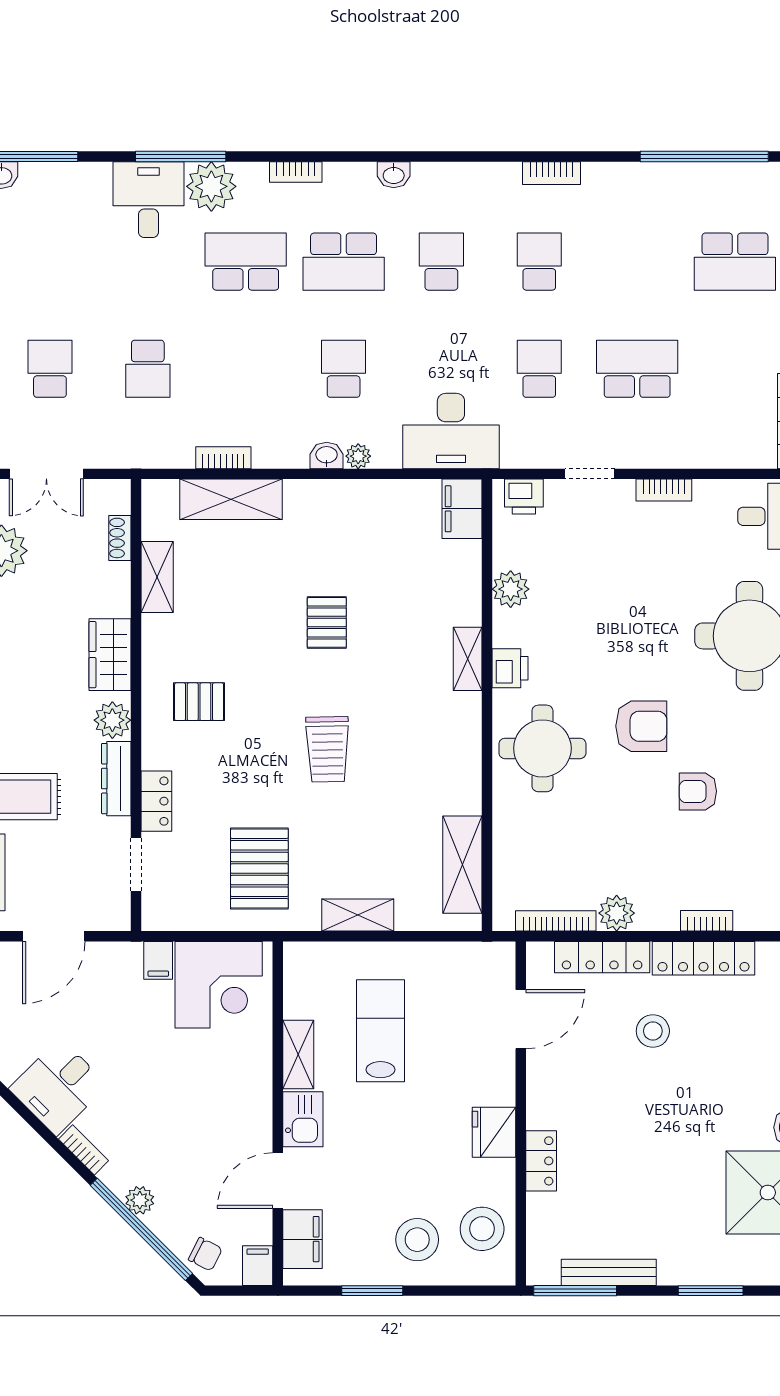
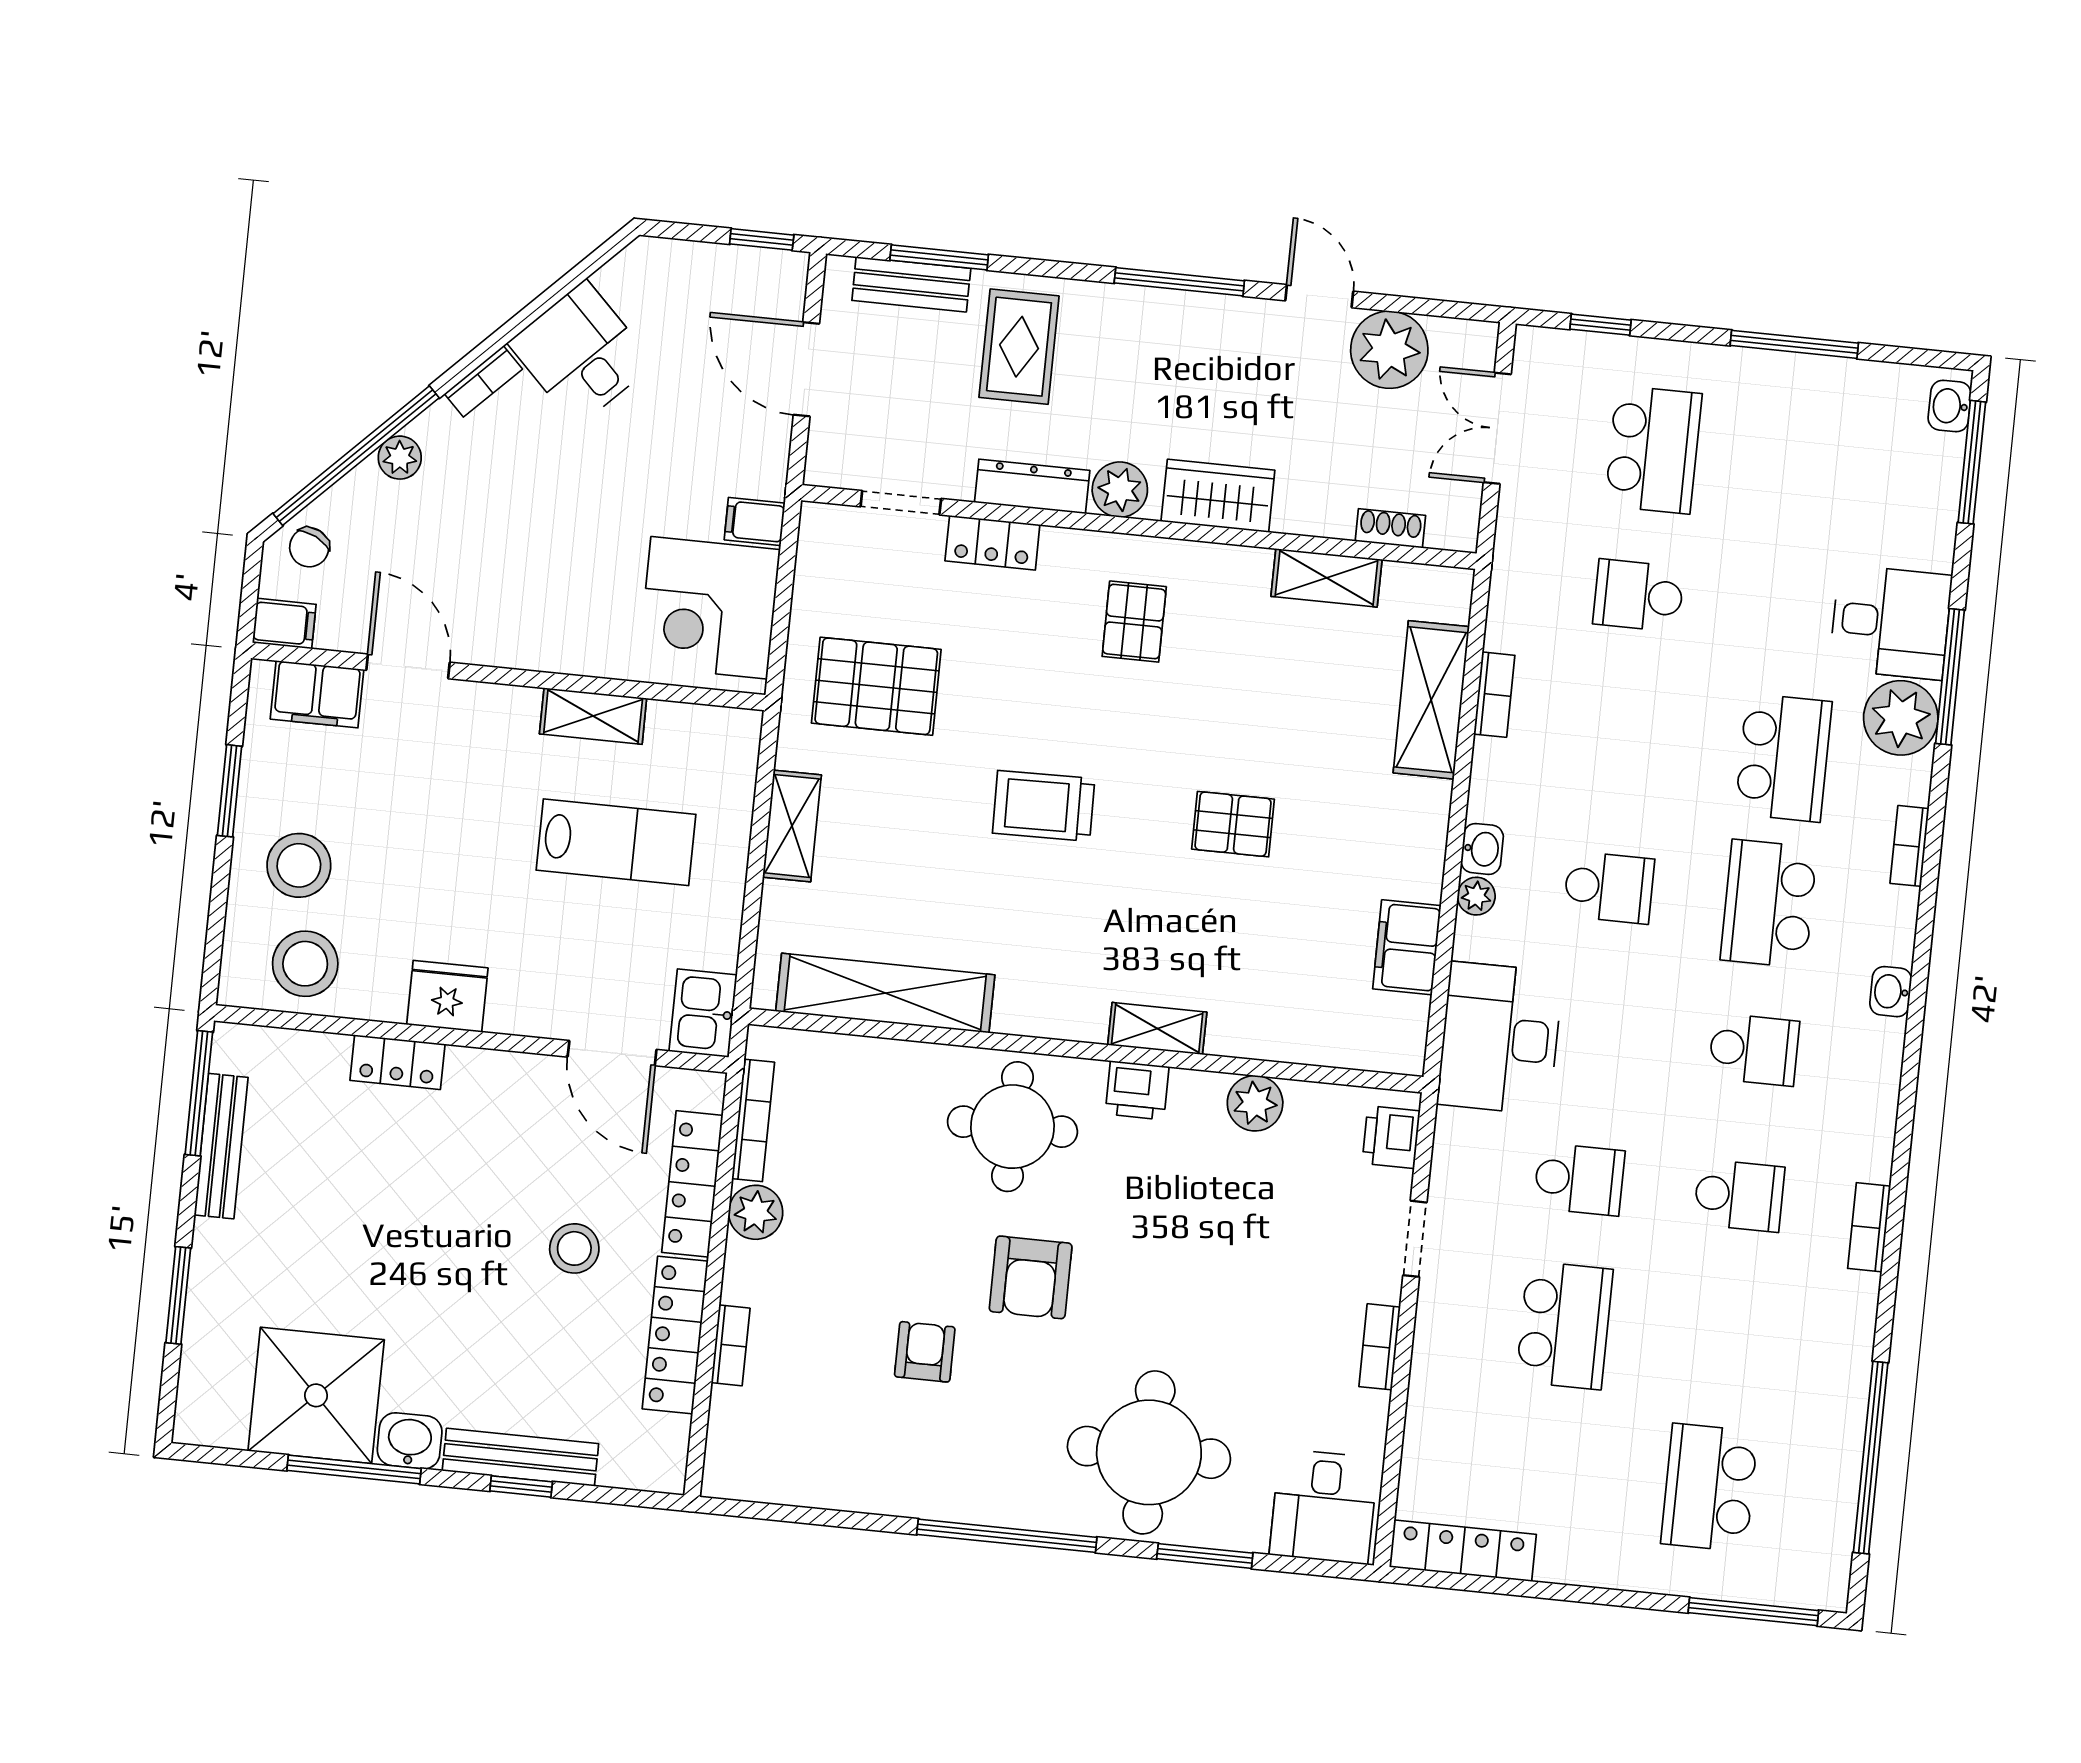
school desk: (50, 369) -> (1653, 450), width x1.85
filing cabinet: (462, 509) -> (1407, 947), moved, turned -90
shelving: (462, 865) -> (885, 993), width x1.47
kitchen sink: (303, 1119) -> (703, 1013), moved, turned 90

